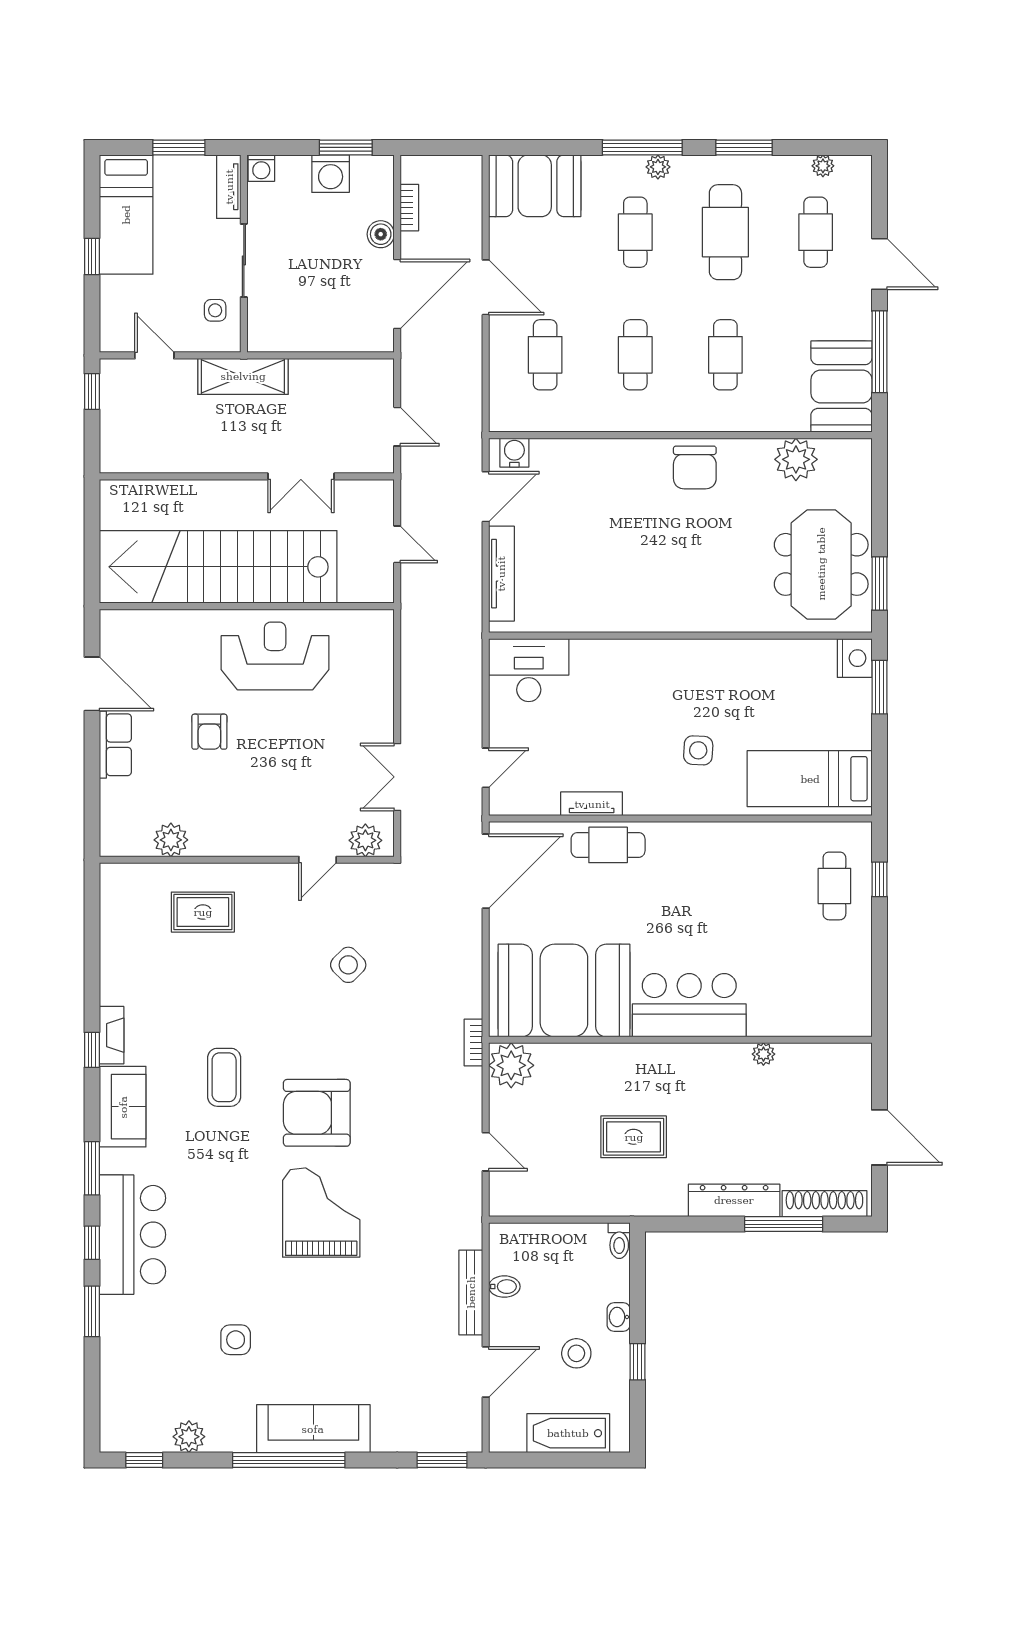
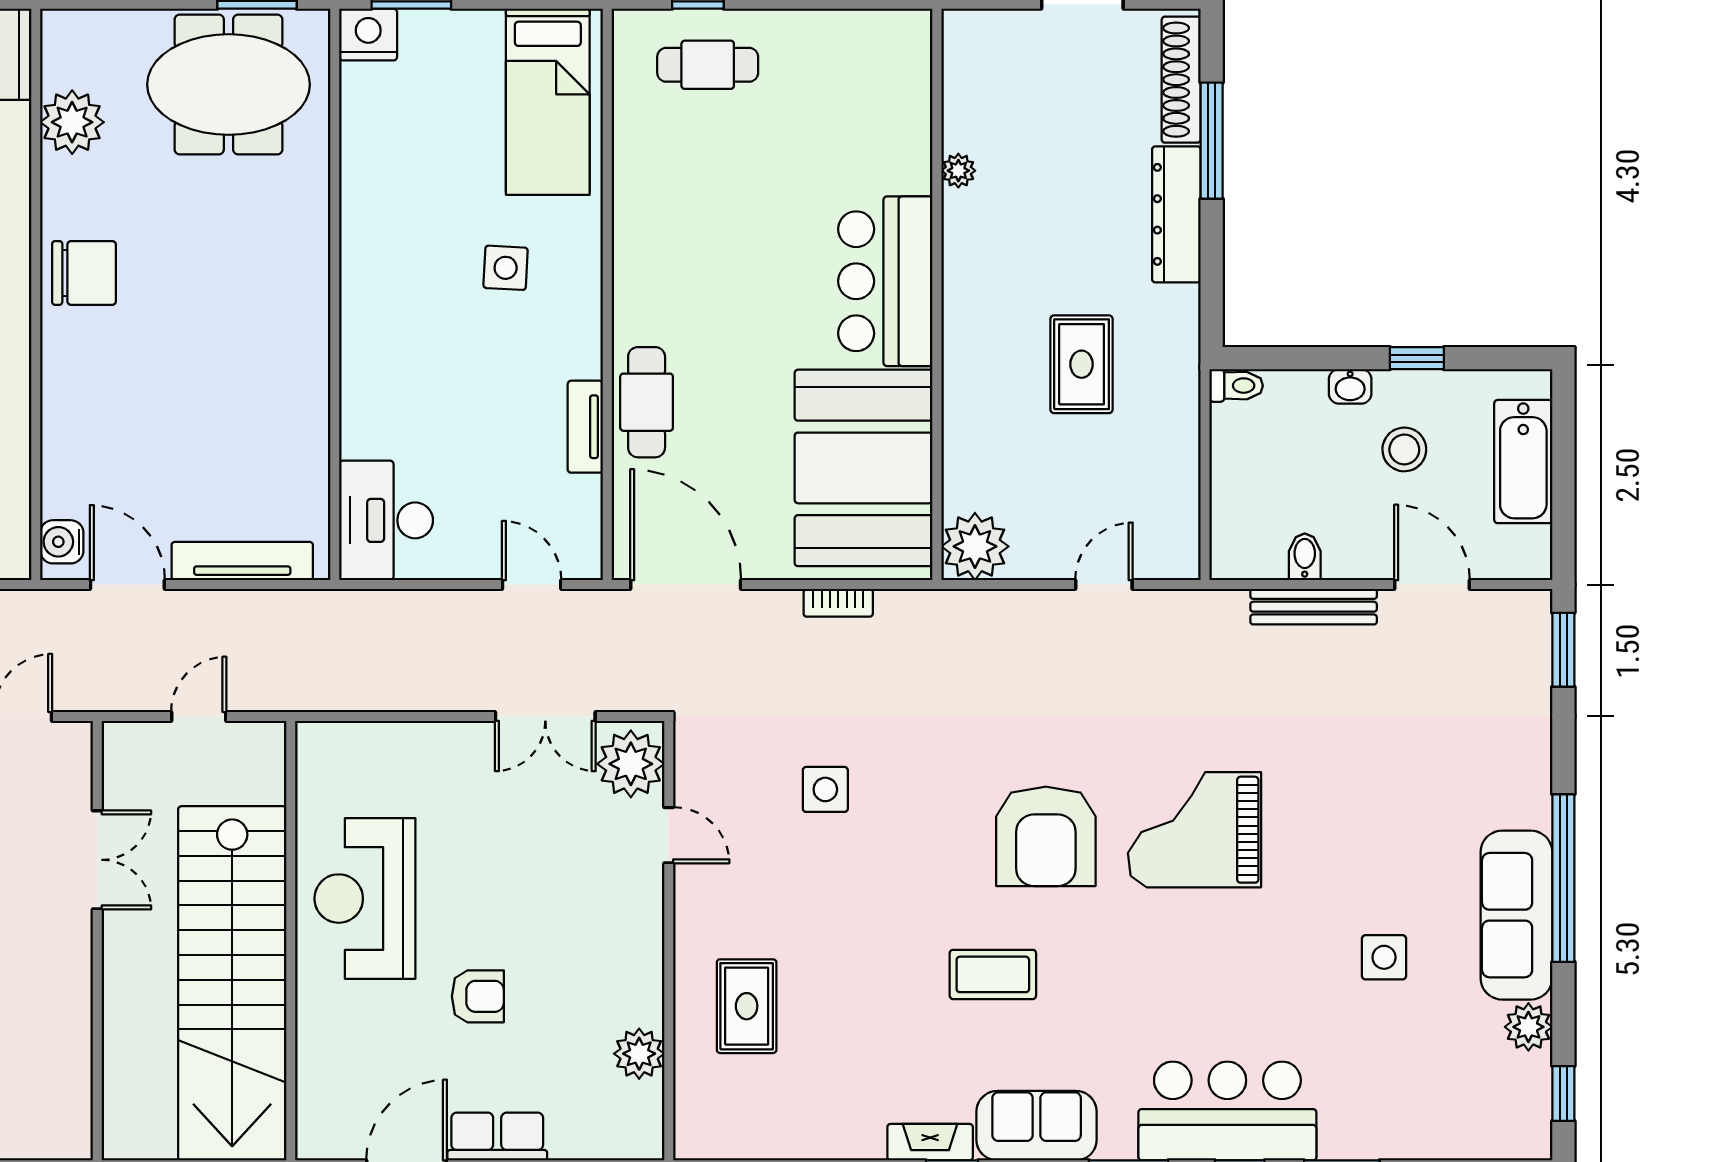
plant: (365, 840) -> (631, 764), width x1.36, depth x1.36
side table: (348, 965) -> (825, 789), turned 45
bookcase: (473, 1042) -> (838, 603), moved
sofa: (313, 1429) -> (1516, 915), moved

